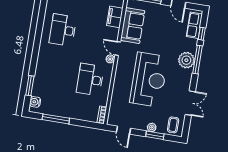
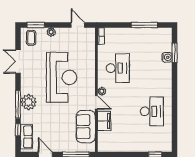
filing cabinet: (115, 17) -> (104, 121), moved
reception desk: (149, 80) -> (62, 77), turned 180
water cooler: (35, 102) -> (167, 57), moved
window: (155, 135) -> (36, 25), moved

